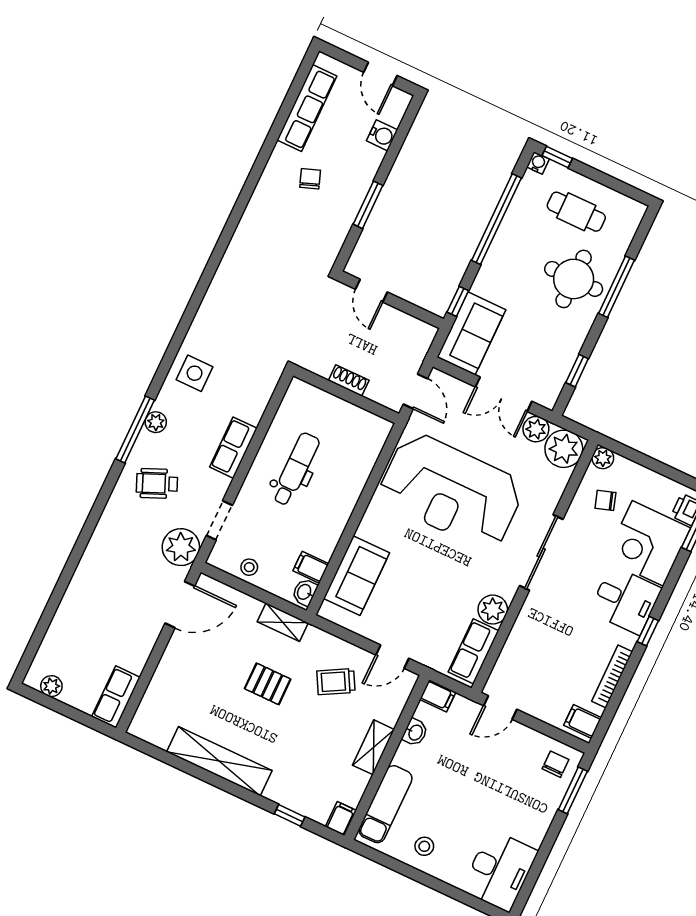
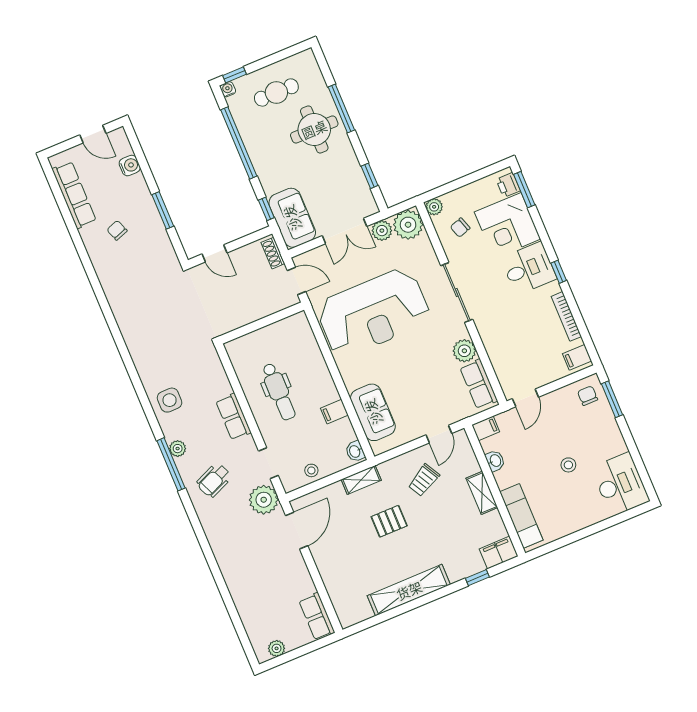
shoe rack: (349, 380) -> (273, 253), moved, turned -90
dental chair: (296, 469) -> (279, 392), turned 180
filing cabinet: (311, 567) -> (334, 412), moved
filing cabinet: (341, 818) -> (499, 553), width x2.00
stool: (424, 846) -> (568, 465), moved

